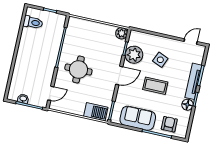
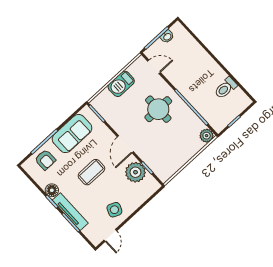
toilet: (33, 22) -> (226, 88), moved
plant: (122, 33) -> (207, 136), moved
side table: (160, 60) -> (114, 210), moved
door: (51, 93) -> (154, 67), swing flipped
barbecue: (96, 112) -> (121, 84), moved

